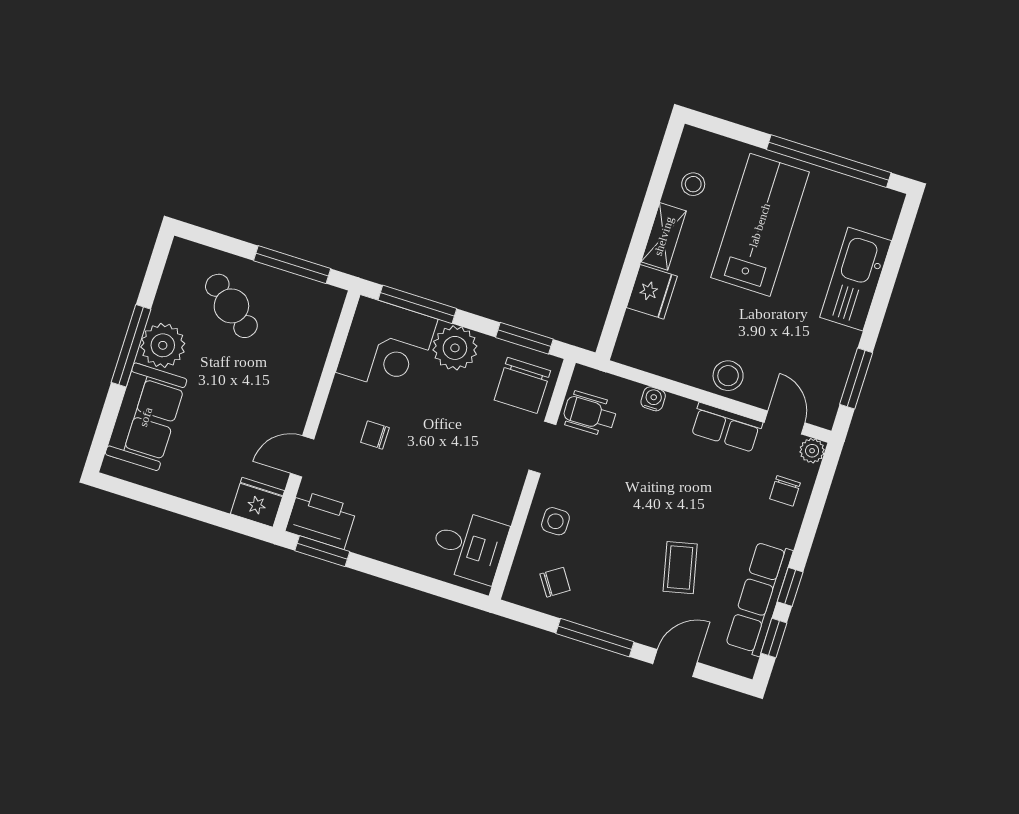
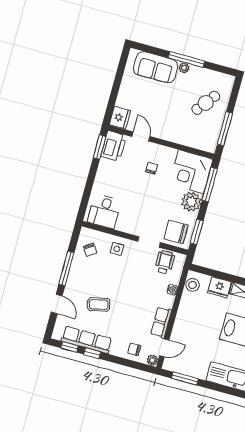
plant: (163, 345) -> (184, 68), width x0.53, depth x0.53
stool: (728, 376) -> (192, 285), moved

